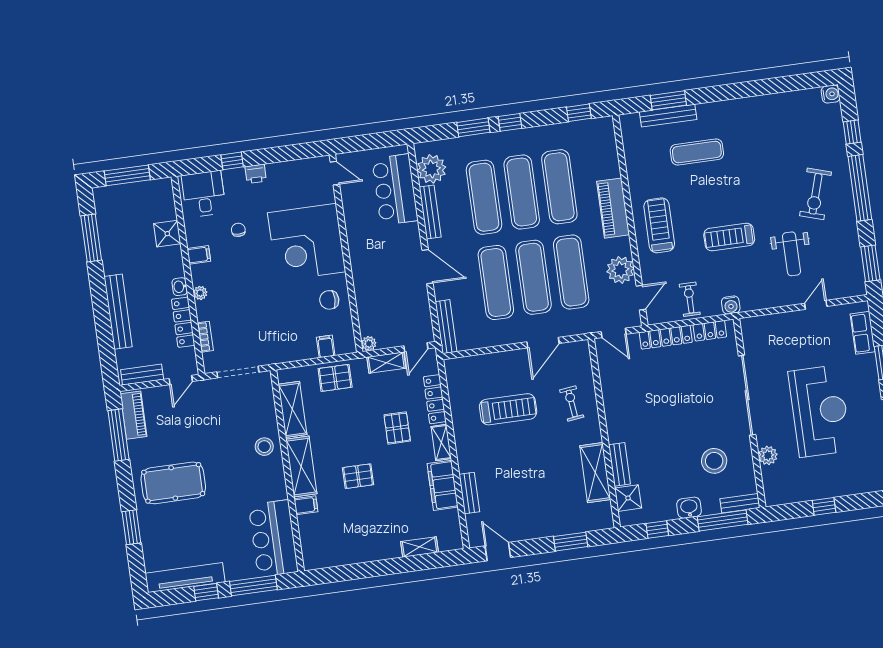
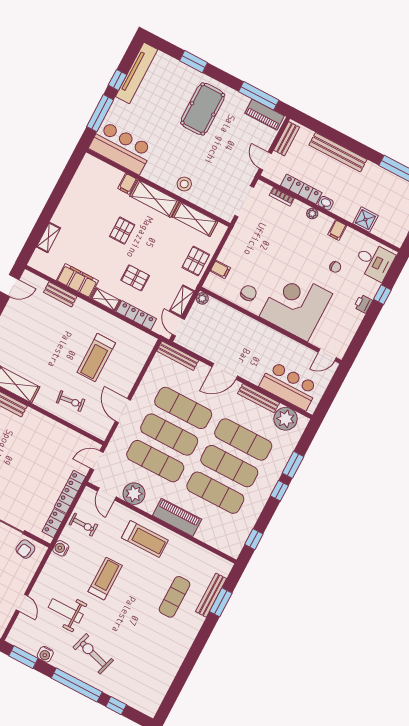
water cooler: (831, 94) -> (45, 654), moved
armchair: (758, 341) -> (25, 549), added

